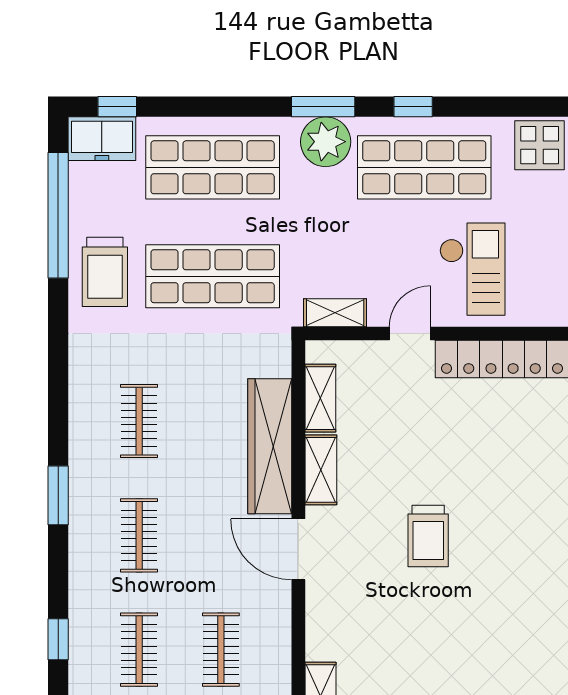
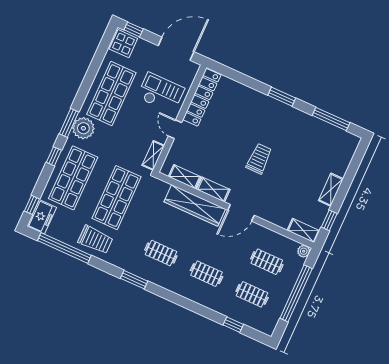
window: (413, 107) -> (54, 156), moved
window: (58, 495) -> (134, 280), moved
trolley: (428, 536) -> (259, 159), turned -90

